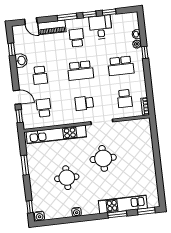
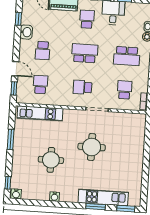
school desk: (80, 71) -> (85, 53), turned 180
school desk: (125, 99) -> (125, 90), turned 180
kitchen unit: (56, 134) -> (40, 113), width x0.73

